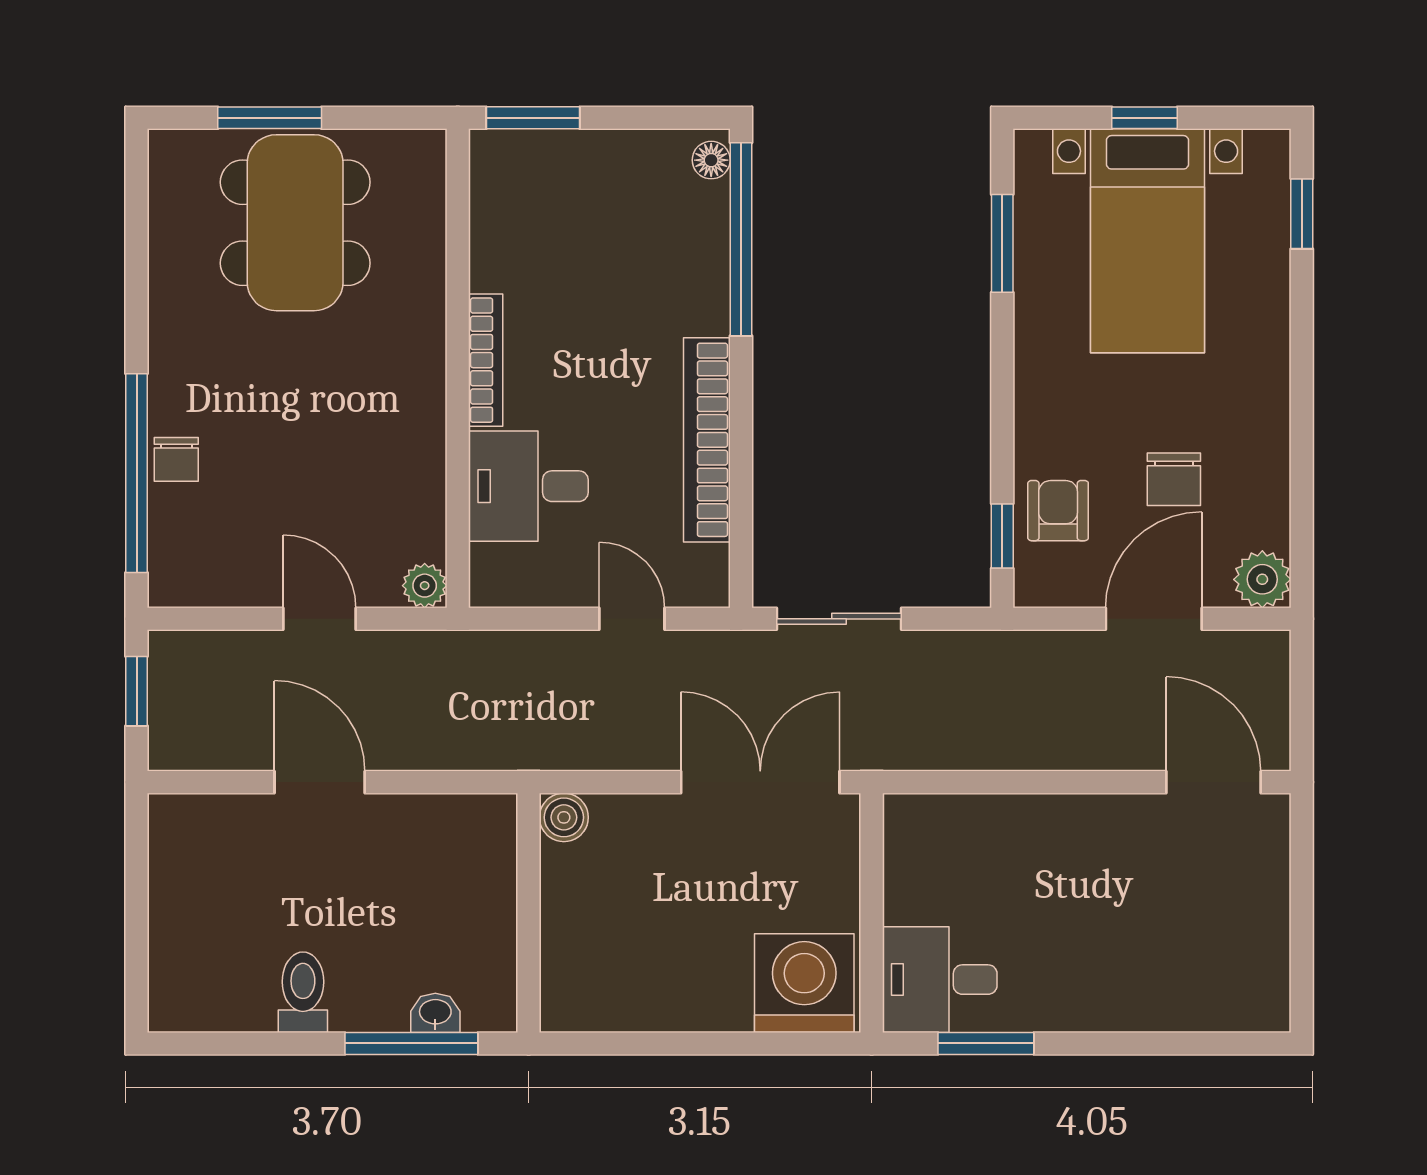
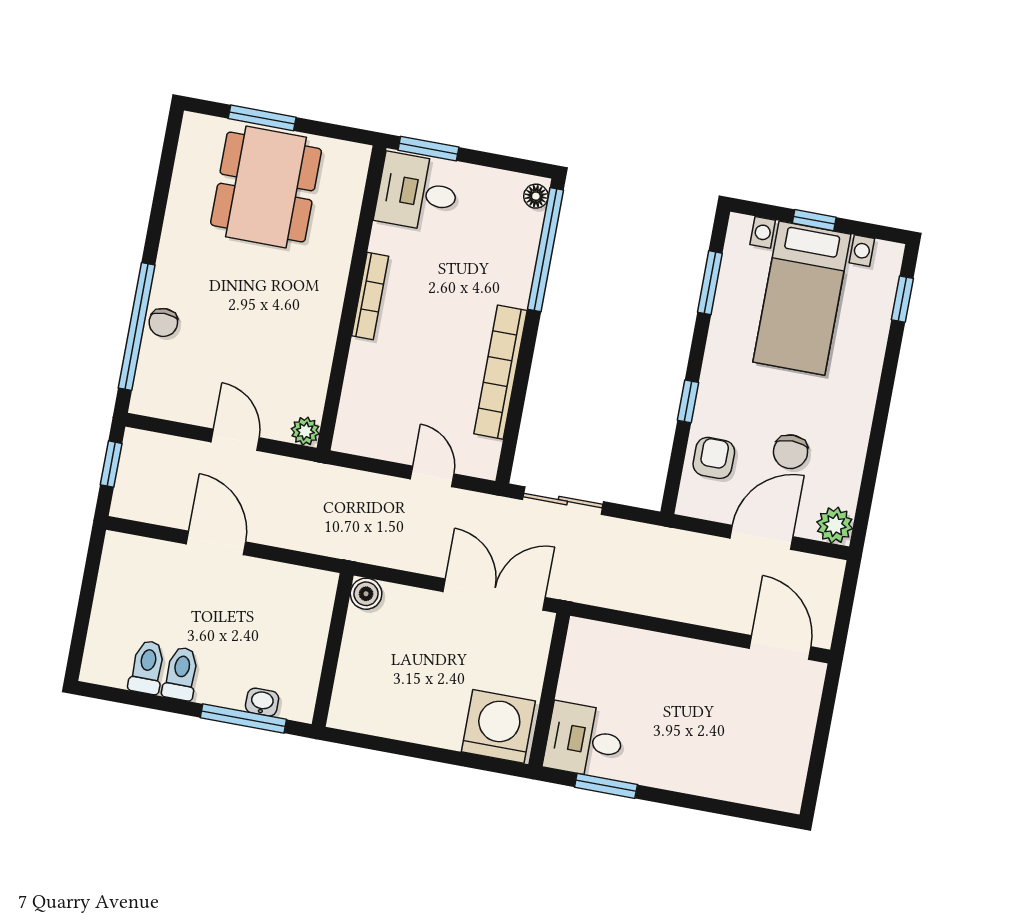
desk: (528, 486) -> (417, 192), moved
window: (1002, 536) -> (688, 401), moved
toilet: (249, 992) -> (147, 667), added

